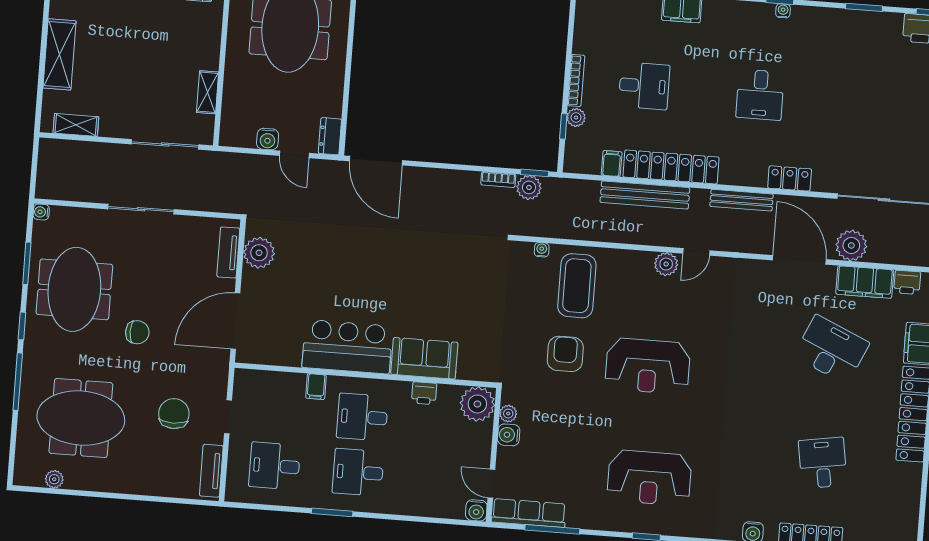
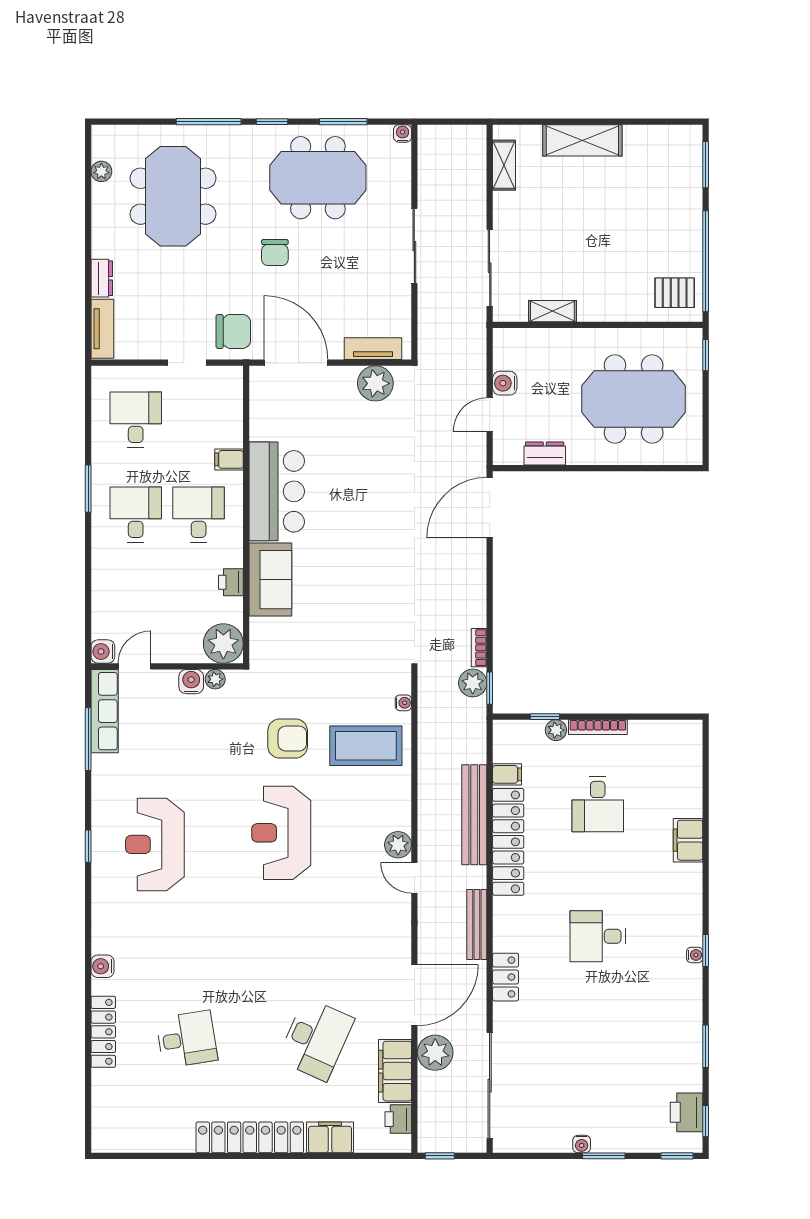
dresser: (330, 136) -> (545, 453), moved
chair: (174, 414) -> (233, 331), moved
tv unit: (211, 471) -> (102, 329), moved, turned 90
dresser: (148, 486) -> (102, 278), added

